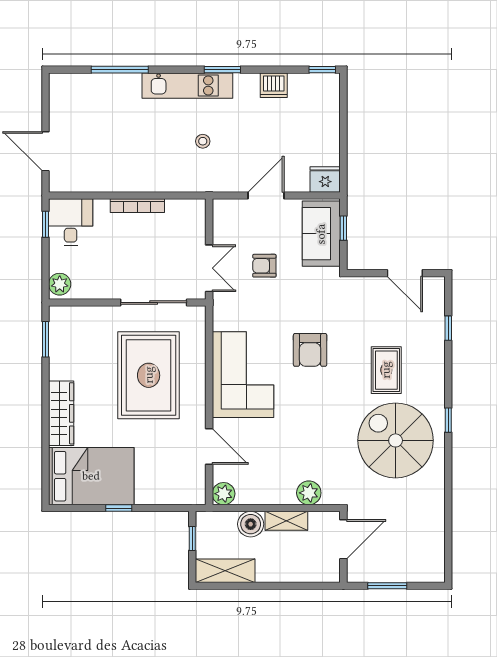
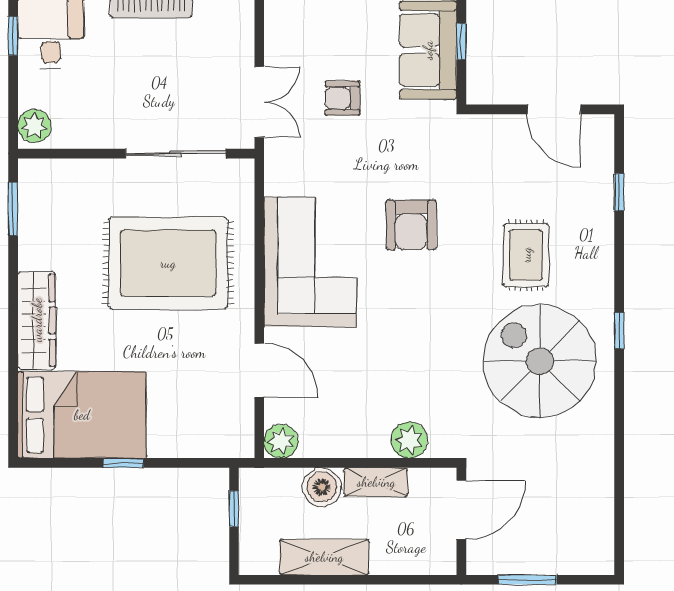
rug: (149, 375) -> (168, 263), turned 90
shelving: (225, 571) -> (324, 557), moved

